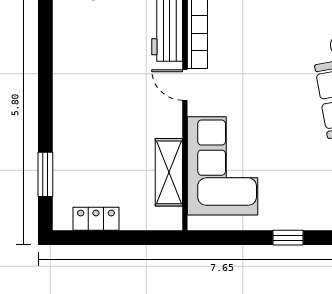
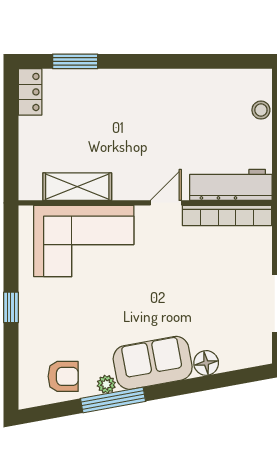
locker: (96, 219) -> (30, 92), moved

